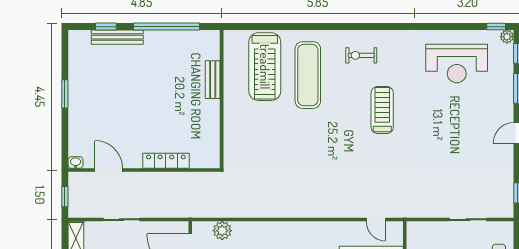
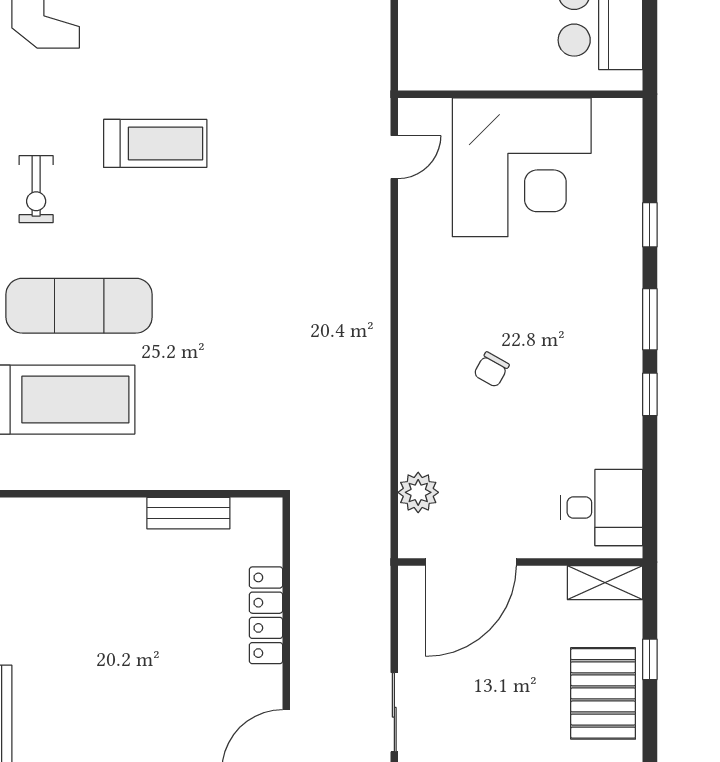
bench: (213, 80) -> (188, 513), moved
treadmill: (382, 110) -> (155, 143), turned 180

